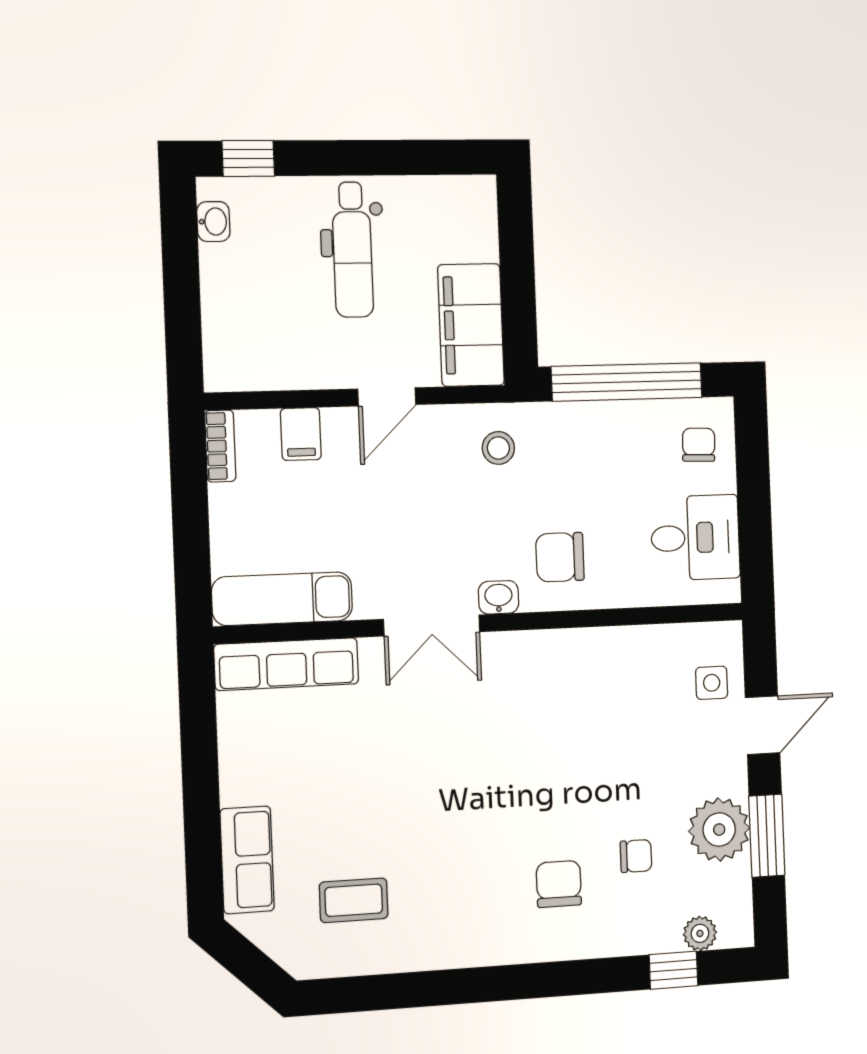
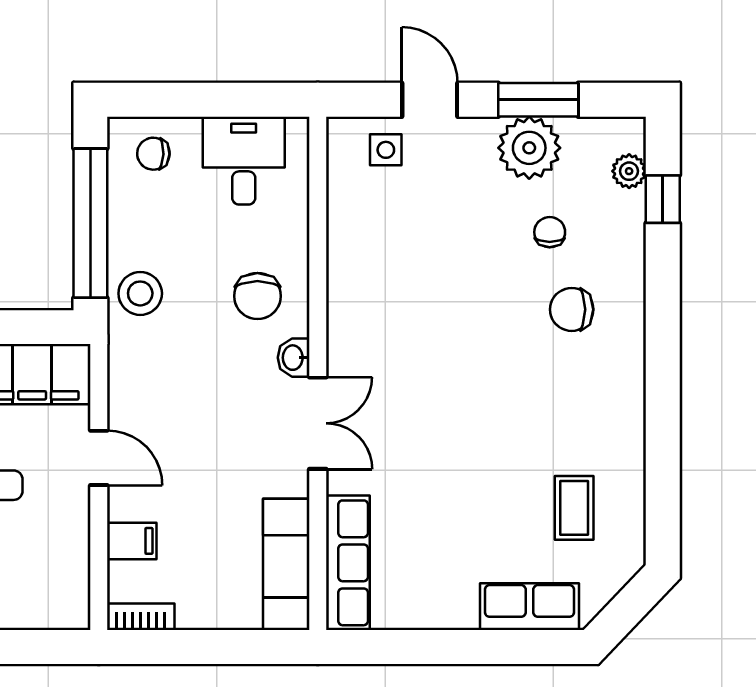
stool: (498, 448) -> (140, 293), moved, width x1.37, depth x1.37

